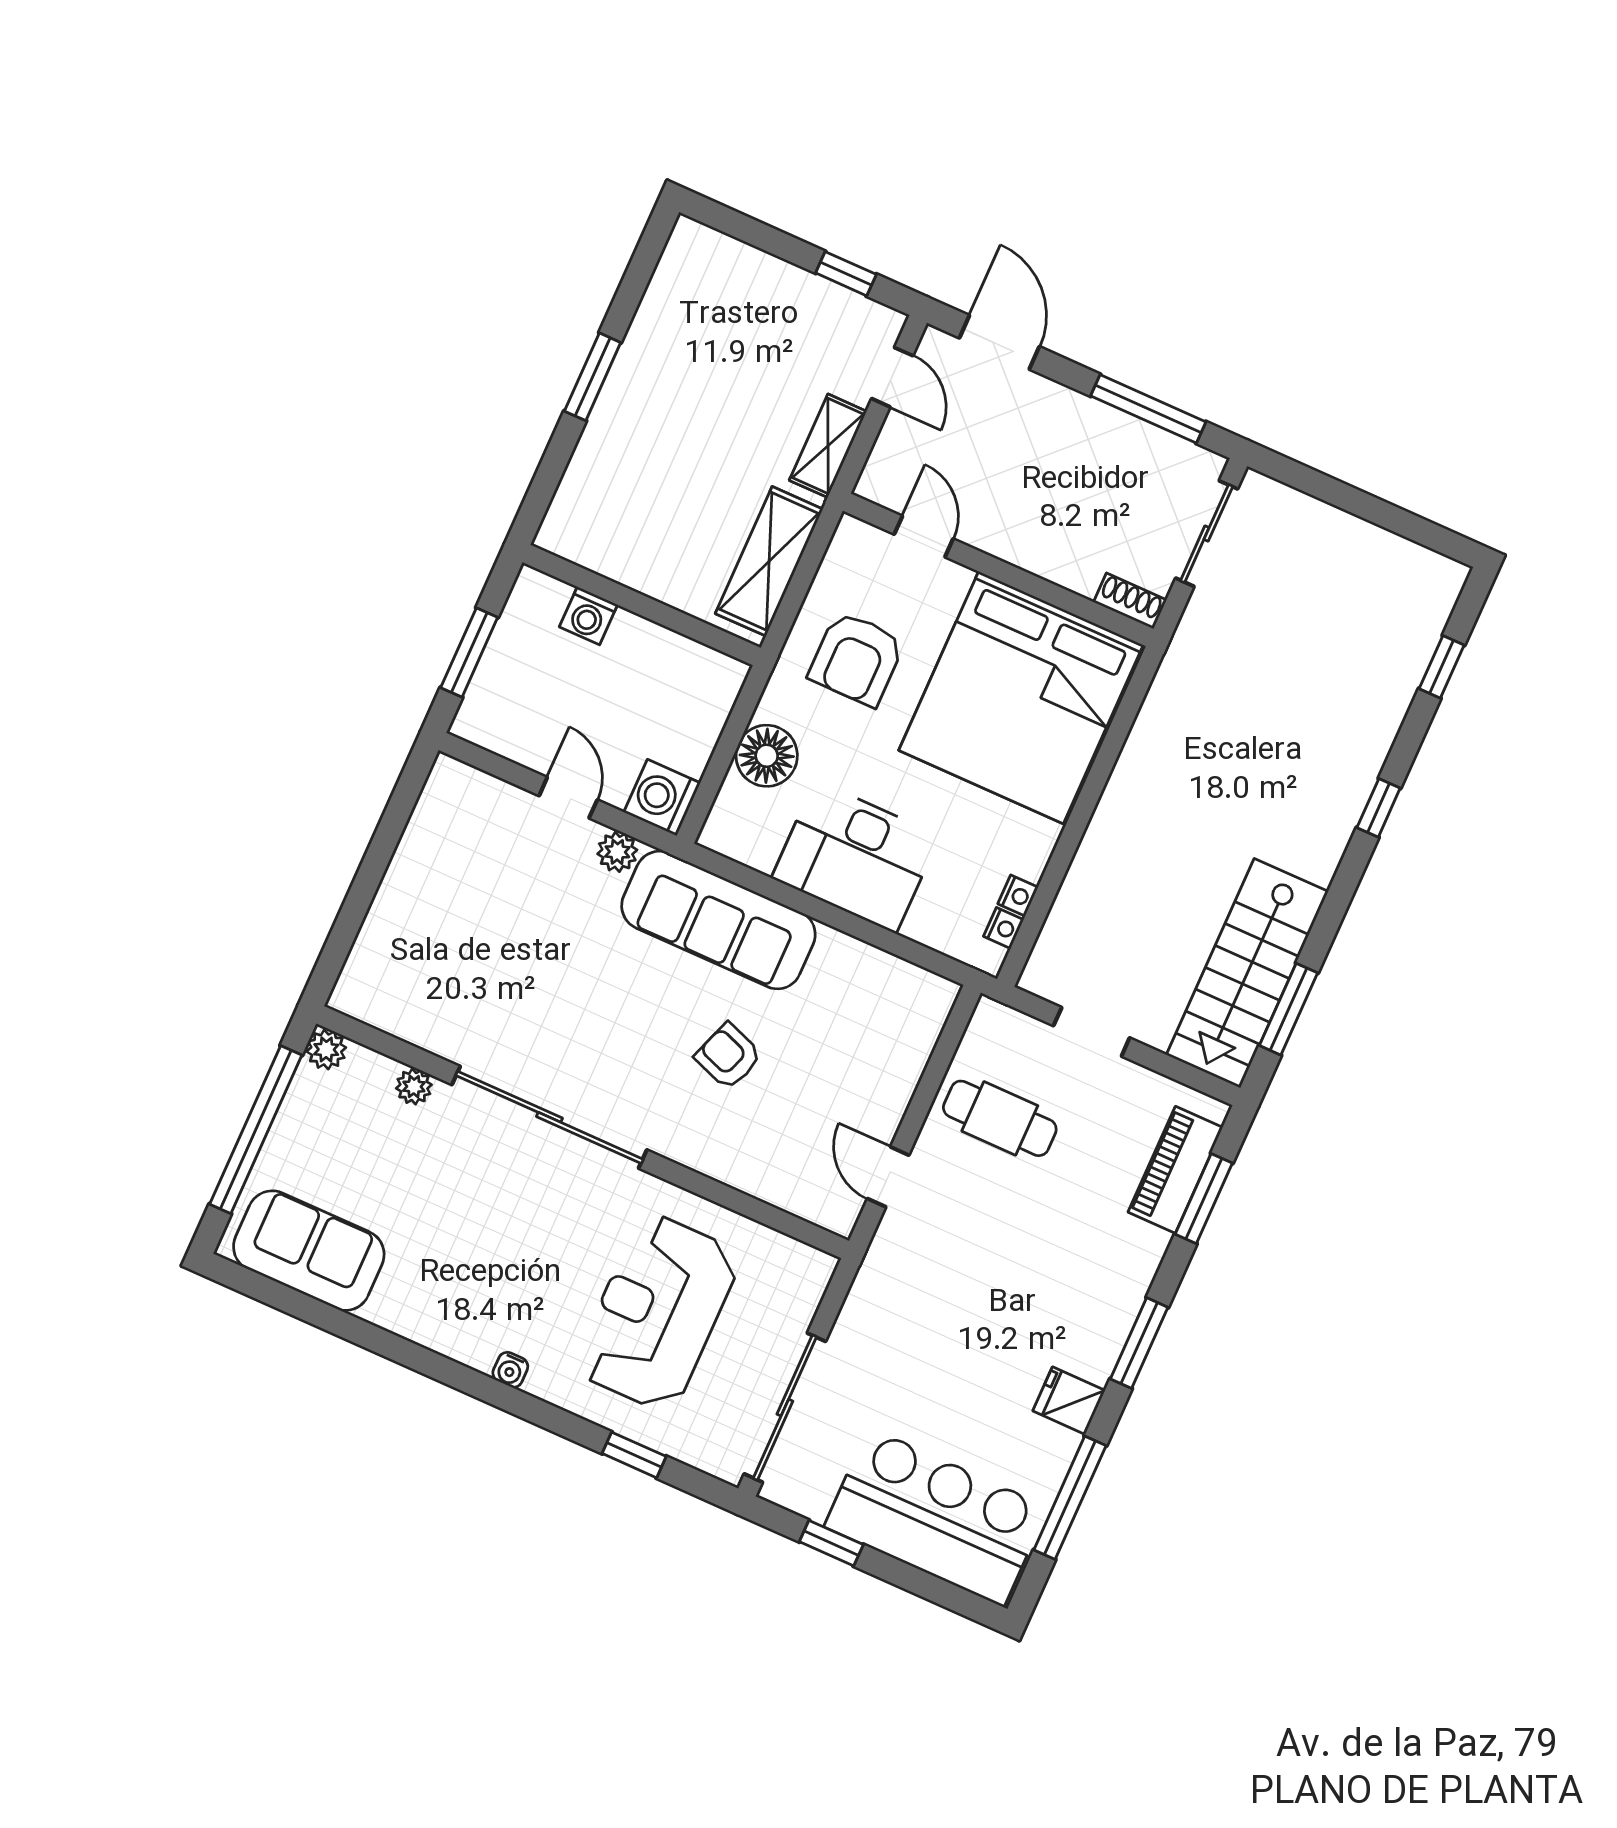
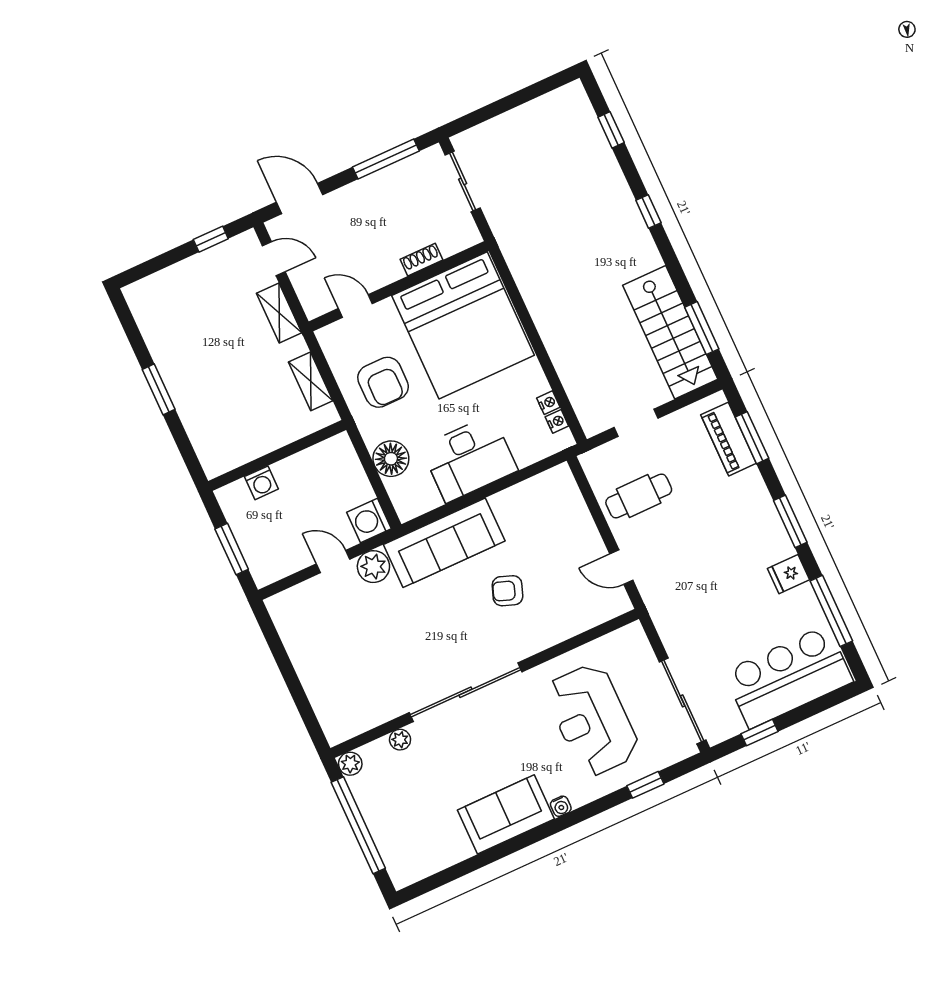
shelving: (769, 561) -> (311, 381), width x0.67, depth x0.75
shoe rack: (1130, 601) -> (421, 260), moved
plant: (617, 852) -> (373, 567), width x1.38, depth x1.38
sofa: (309, 1251) -> (506, 814), moved

